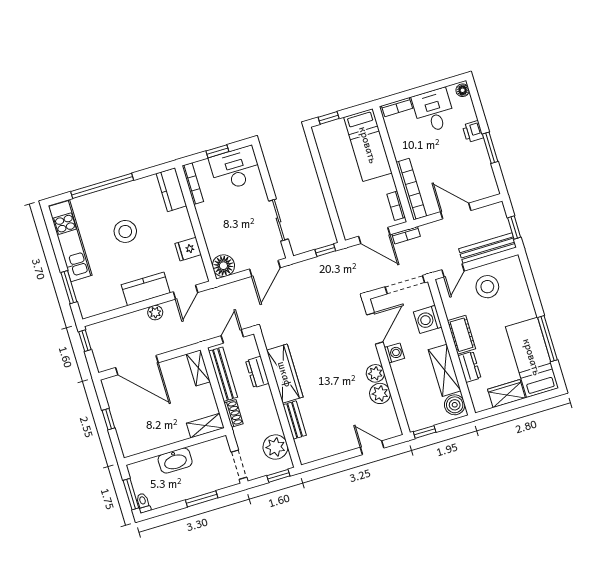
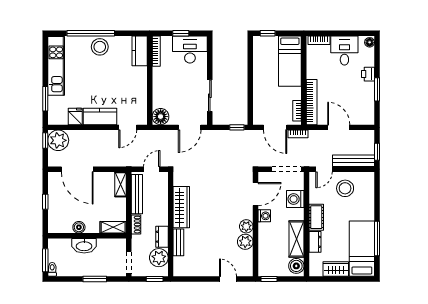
stool: (125, 231) -> (100, 47), moved
fridge: (188, 249) -> (75, 117), moved, turned 90
plant: (155, 313) -> (58, 140), moved, width x1.87, depth x1.87
dresser: (257, 372) -> (162, 237), moved
boiler: (161, 439) -> (79, 227), added

